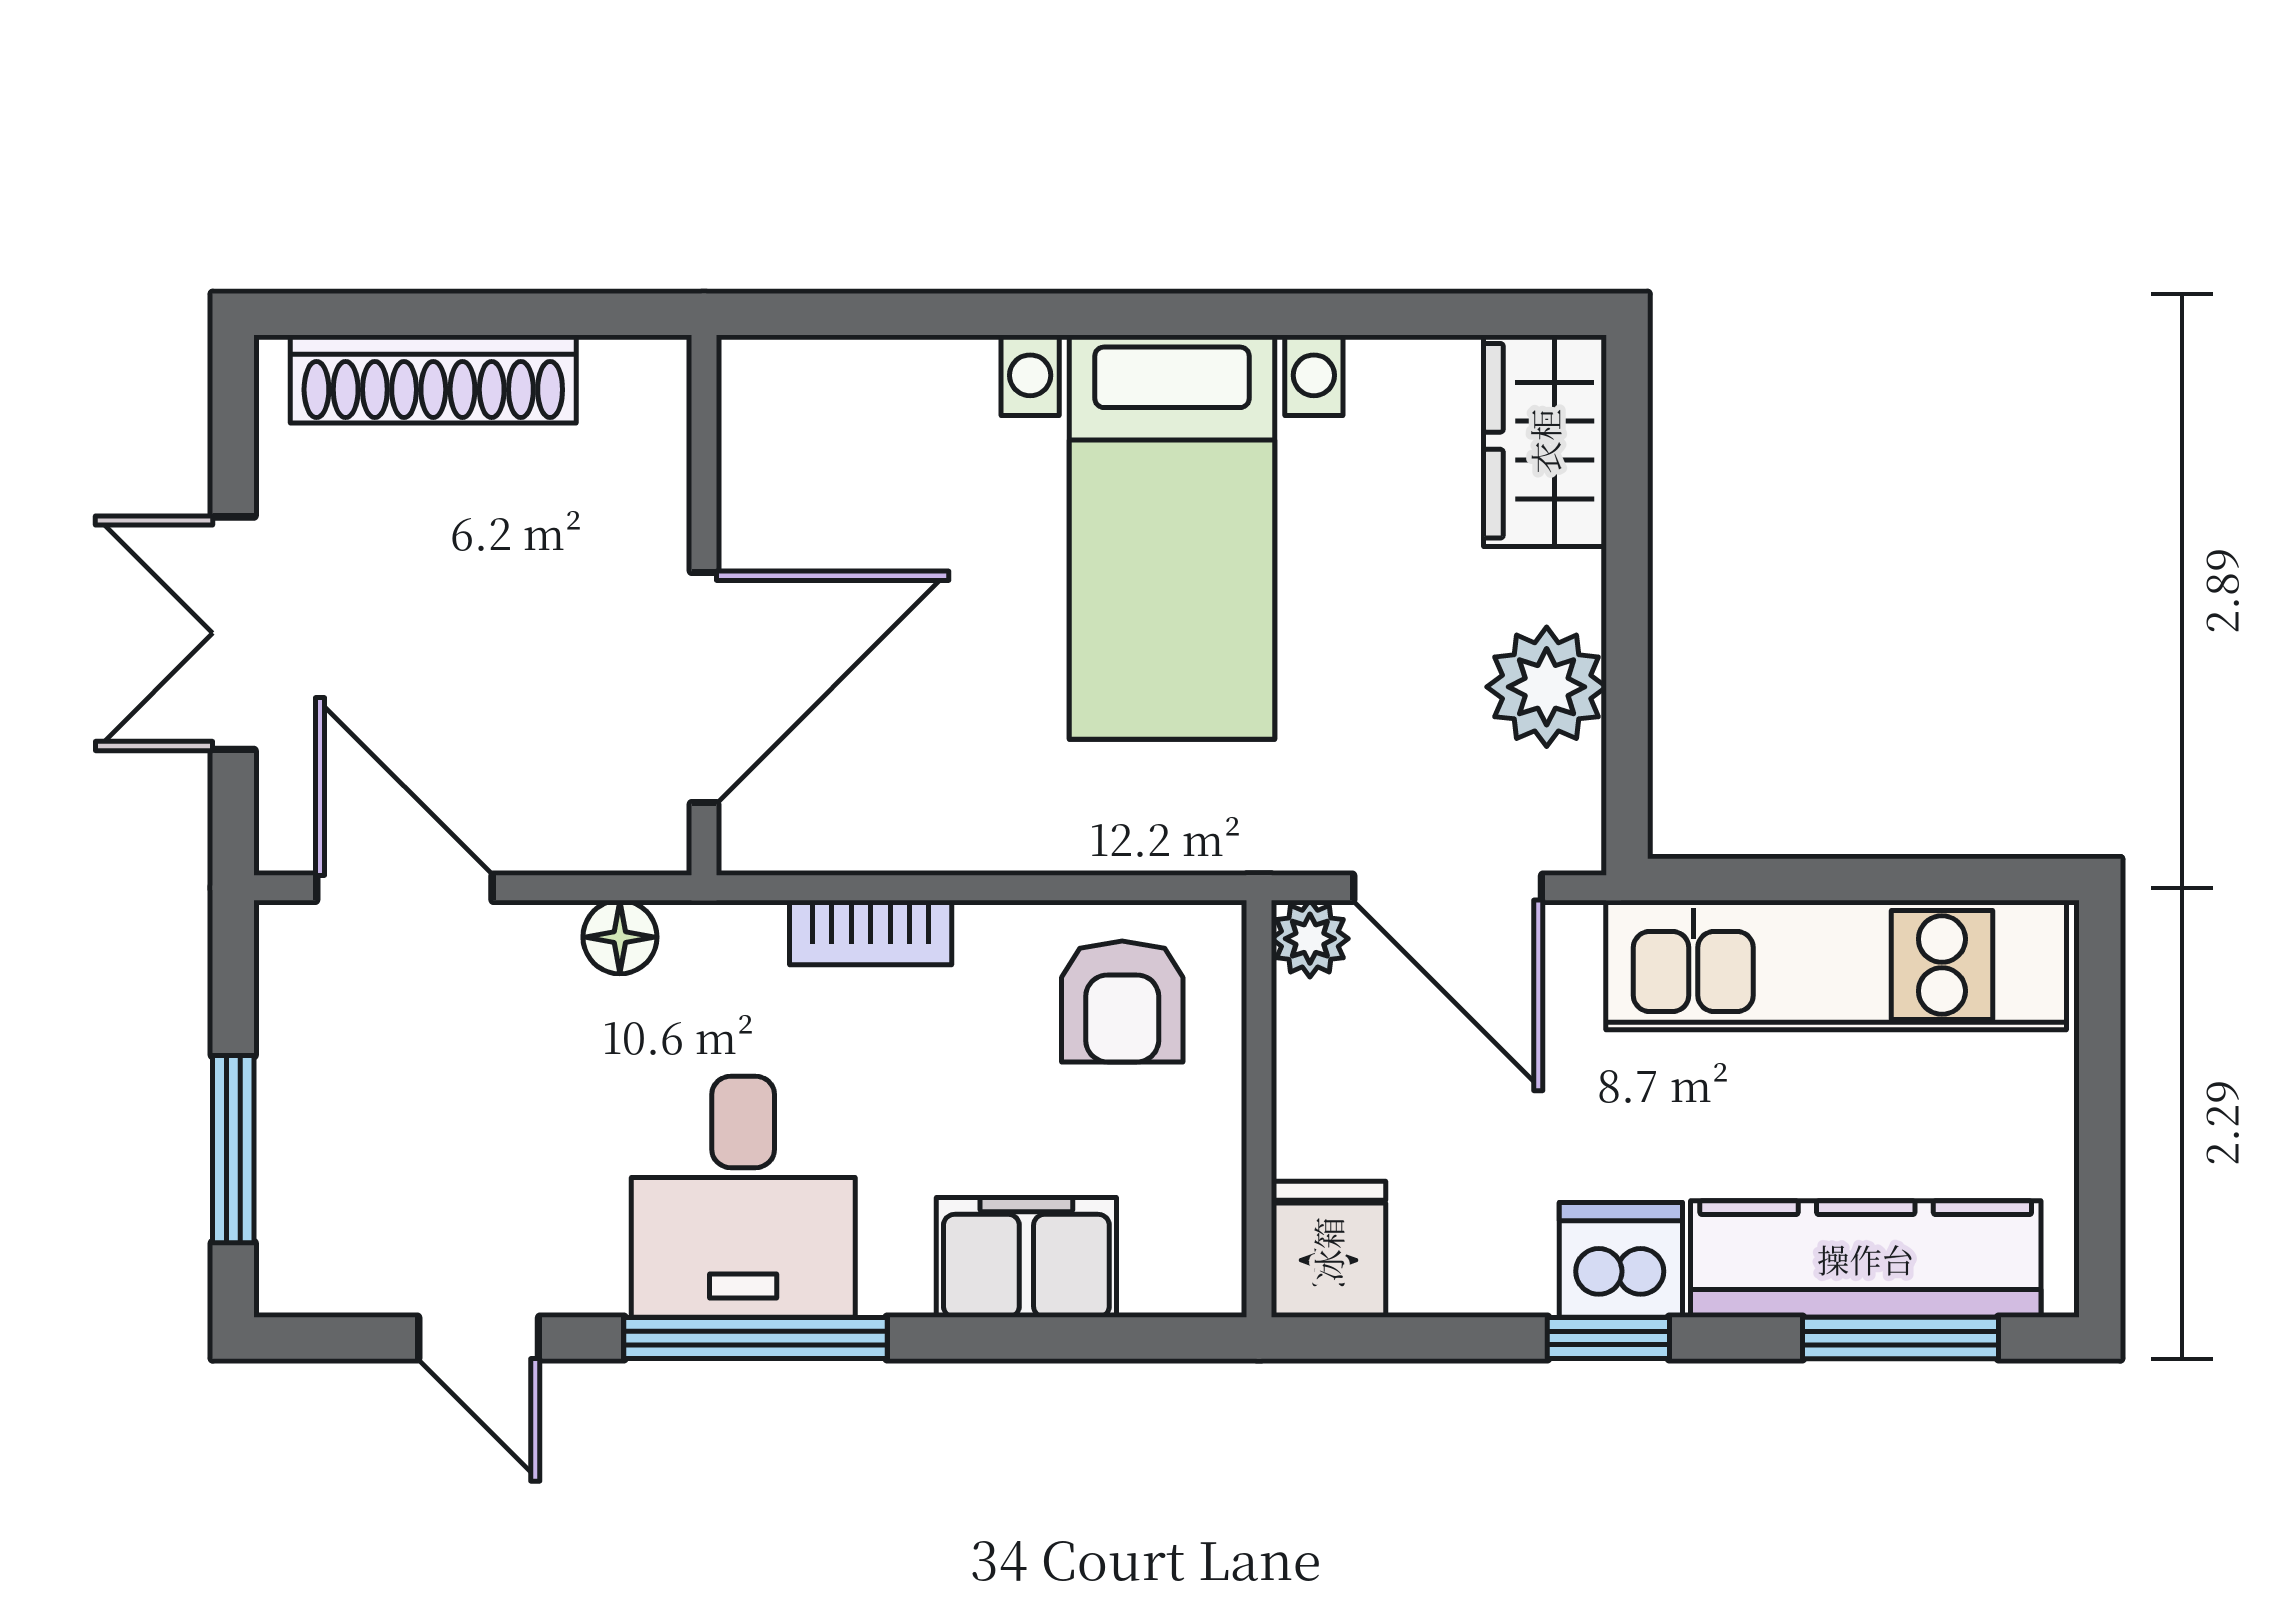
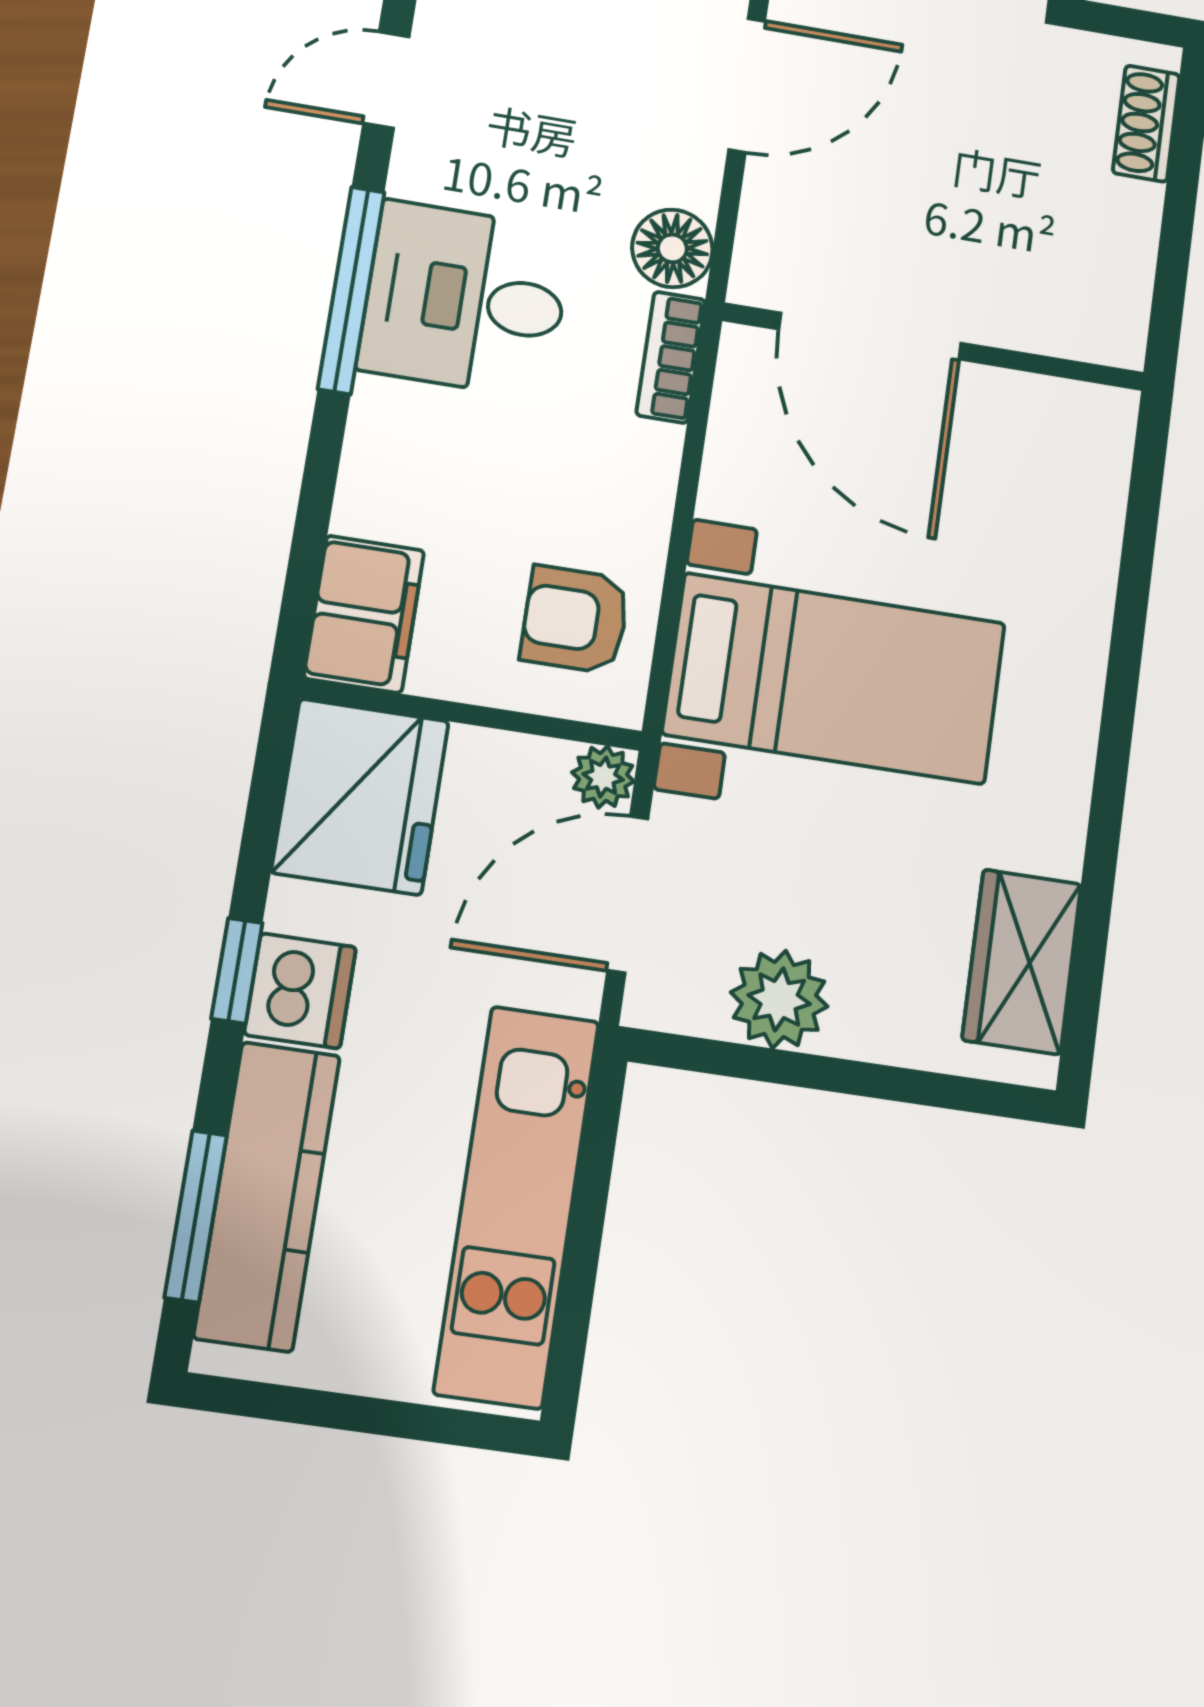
shoe rack: (433, 379) -> (1146, 124), width x0.51, depth x0.81
wardrobe: (1545, 441) -> (1022, 962), moved, turned -90
bed with nightstands: (1172, 537) -> (834, 679), moved, turned 180
bookcase: (871, 932) -> (671, 357), moved
floor lamp: (620, 937) -> (672, 248), width x1.37, depth x1.37
fridge: (1328, 1249) -> (360, 797), width x1.88, depth x1.34
filing cabinet: (1026, 1257) -> (364, 614), moved

